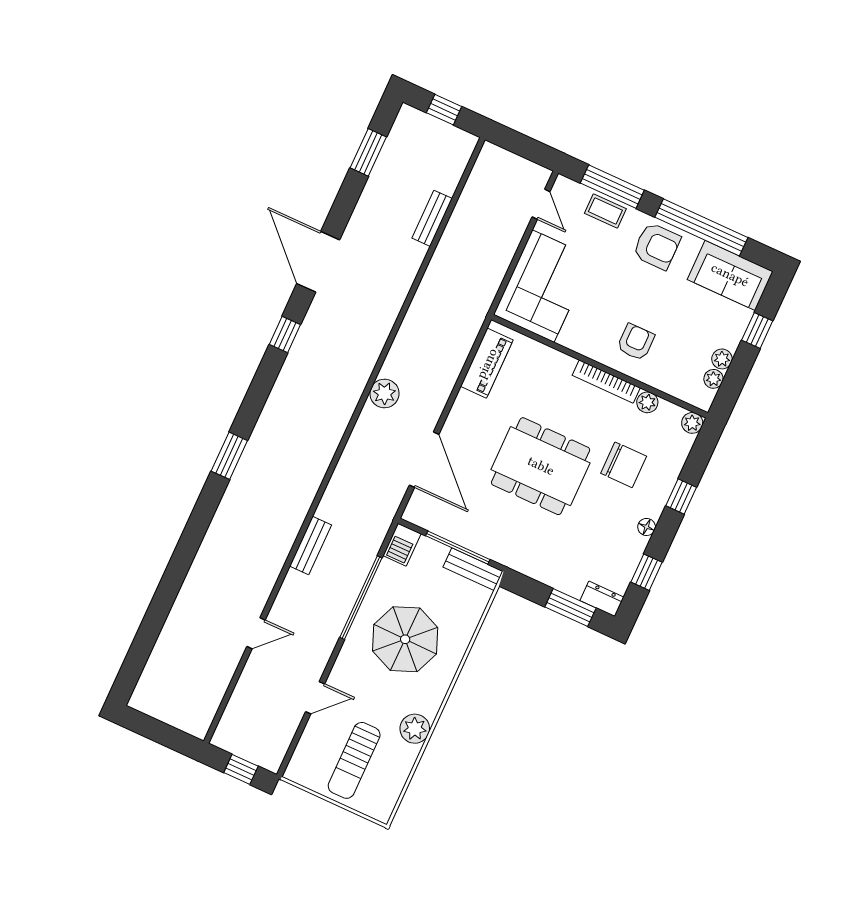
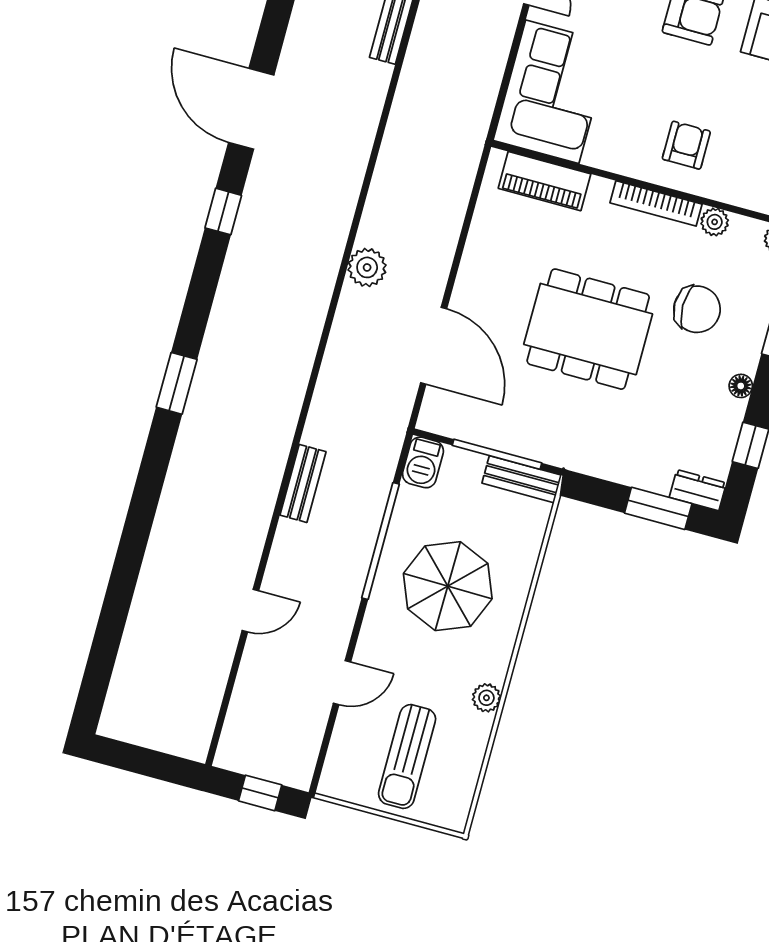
piano: (487, 363) -> (545, 181), moved, turned 90
plant: (415, 729) -> (486, 698), width x0.73, depth x0.73

